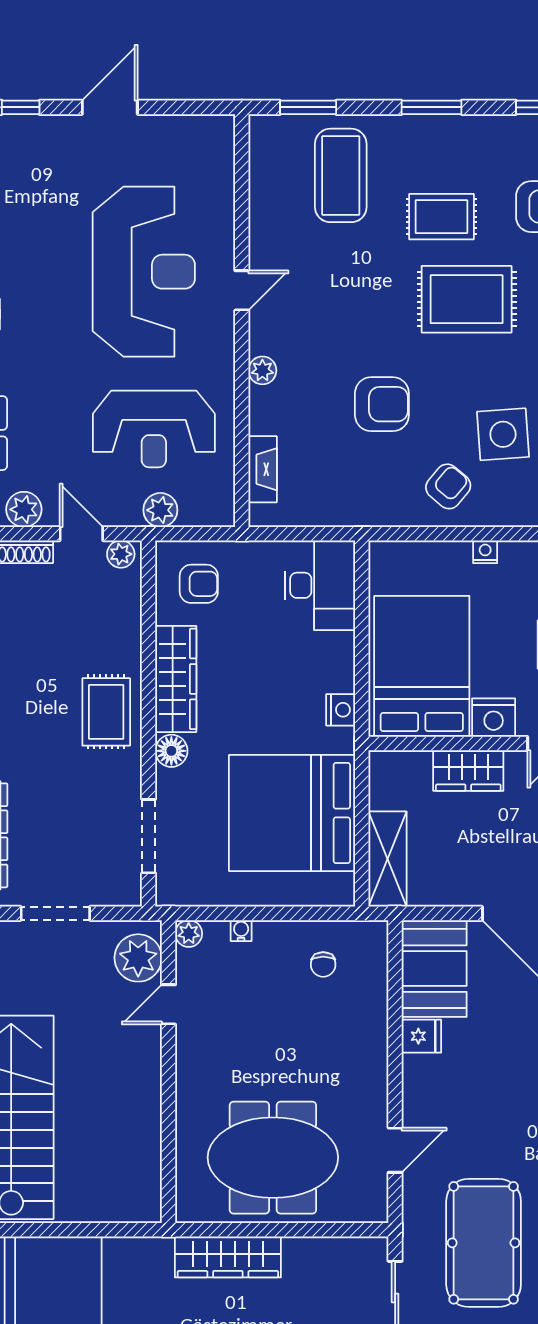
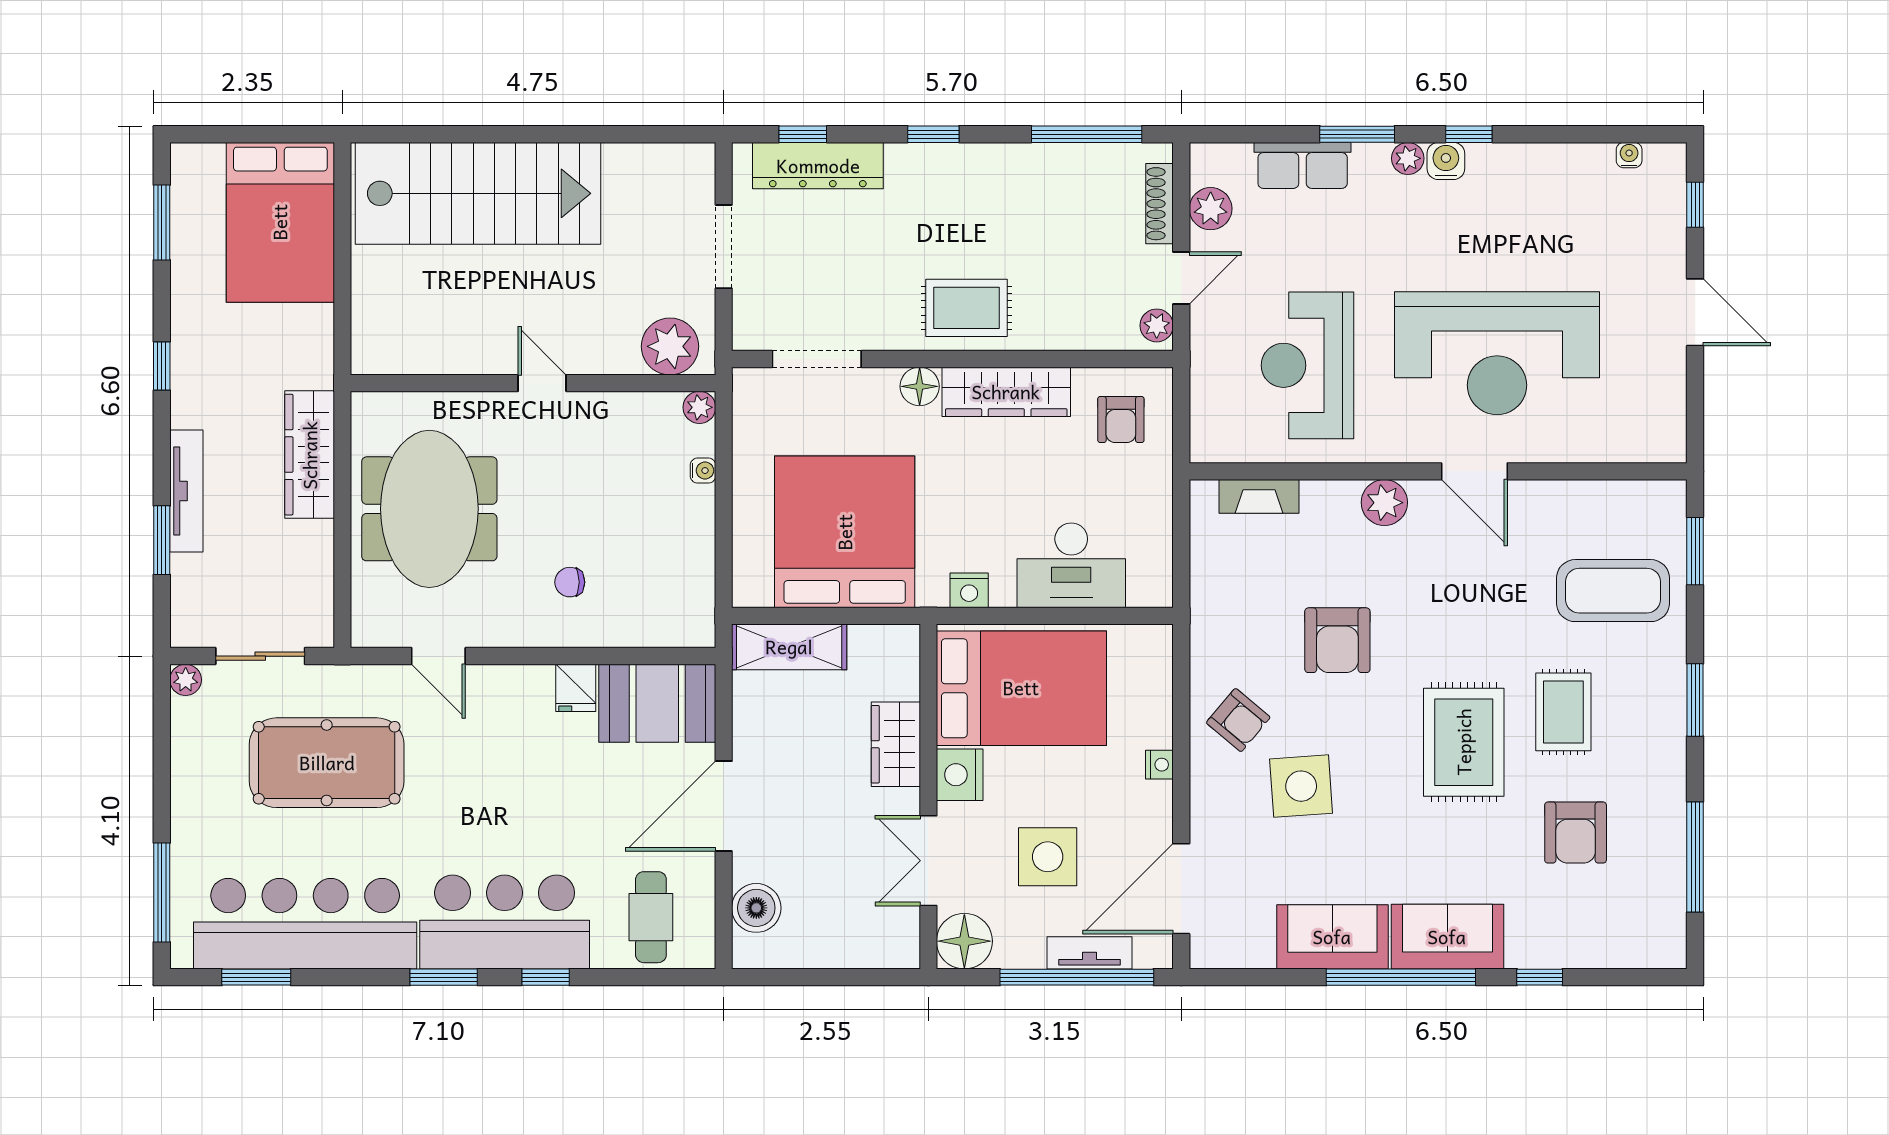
door: (242, 290) -> (1474, 471), width x1.38
plant: (262, 370) -> (1384, 503), width x1.38, depth x1.38
plant: (160, 510) -> (1210, 373), removed
desk: (320, 585) -> (1071, 565), moved
chair: (323, 964) -> (570, 582), moved
door: (169, 1004) -> (542, 383), moved

